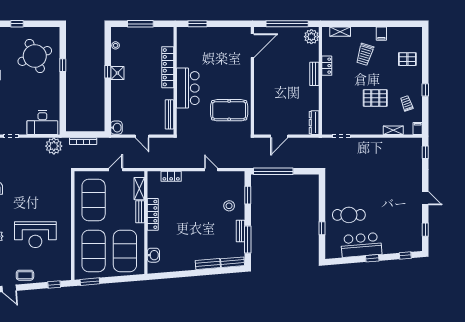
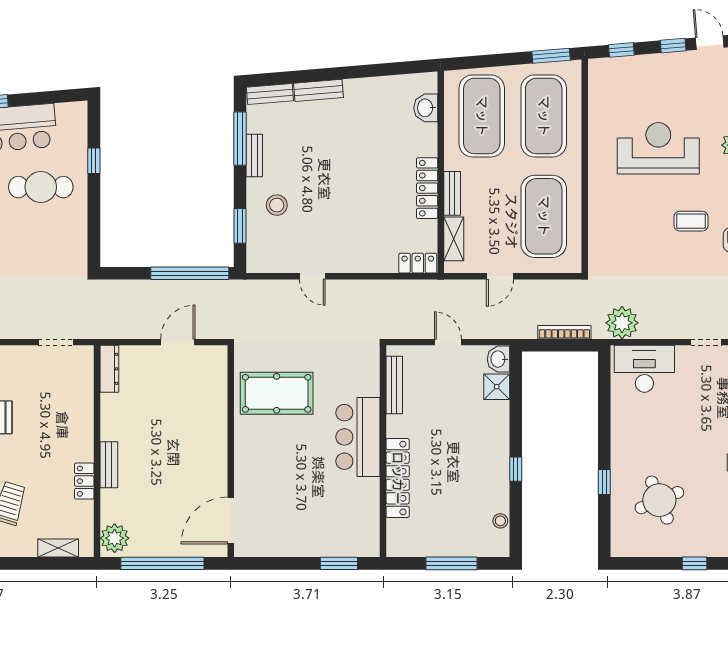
round table: (35, 56) -> (659, 500), width x0.73, depth x0.73
shower: (117, 73) -> (497, 387), moved
locker: (171, 176) -> (418, 263), moved
coffee table: (25, 275) -> (691, 221), moved
window: (28, 287) -> (673, 46), added

